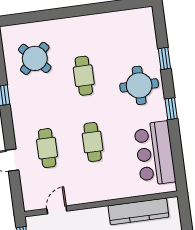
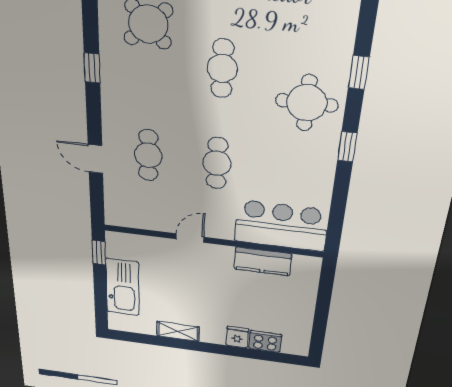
bar counter: (155, 153) -> (281, 226), moved, turned 90
door: (57, 210) -> (190, 238), moved
kitchen counter: (138, 211) -> (263, 261), width x0.67

